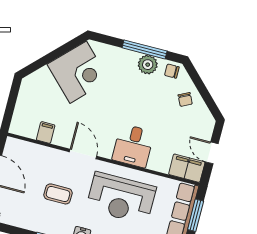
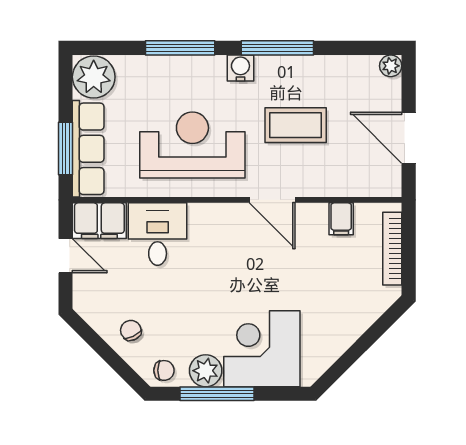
corner desk: (78, 72) -> (262, 349), moved, turned 45
bookcase: (20, 107) -> (392, 249), added
desk: (133, 146) -> (158, 234), moved
coffee table: (58, 194) -> (296, 125), width x1.36, depth x1.30

